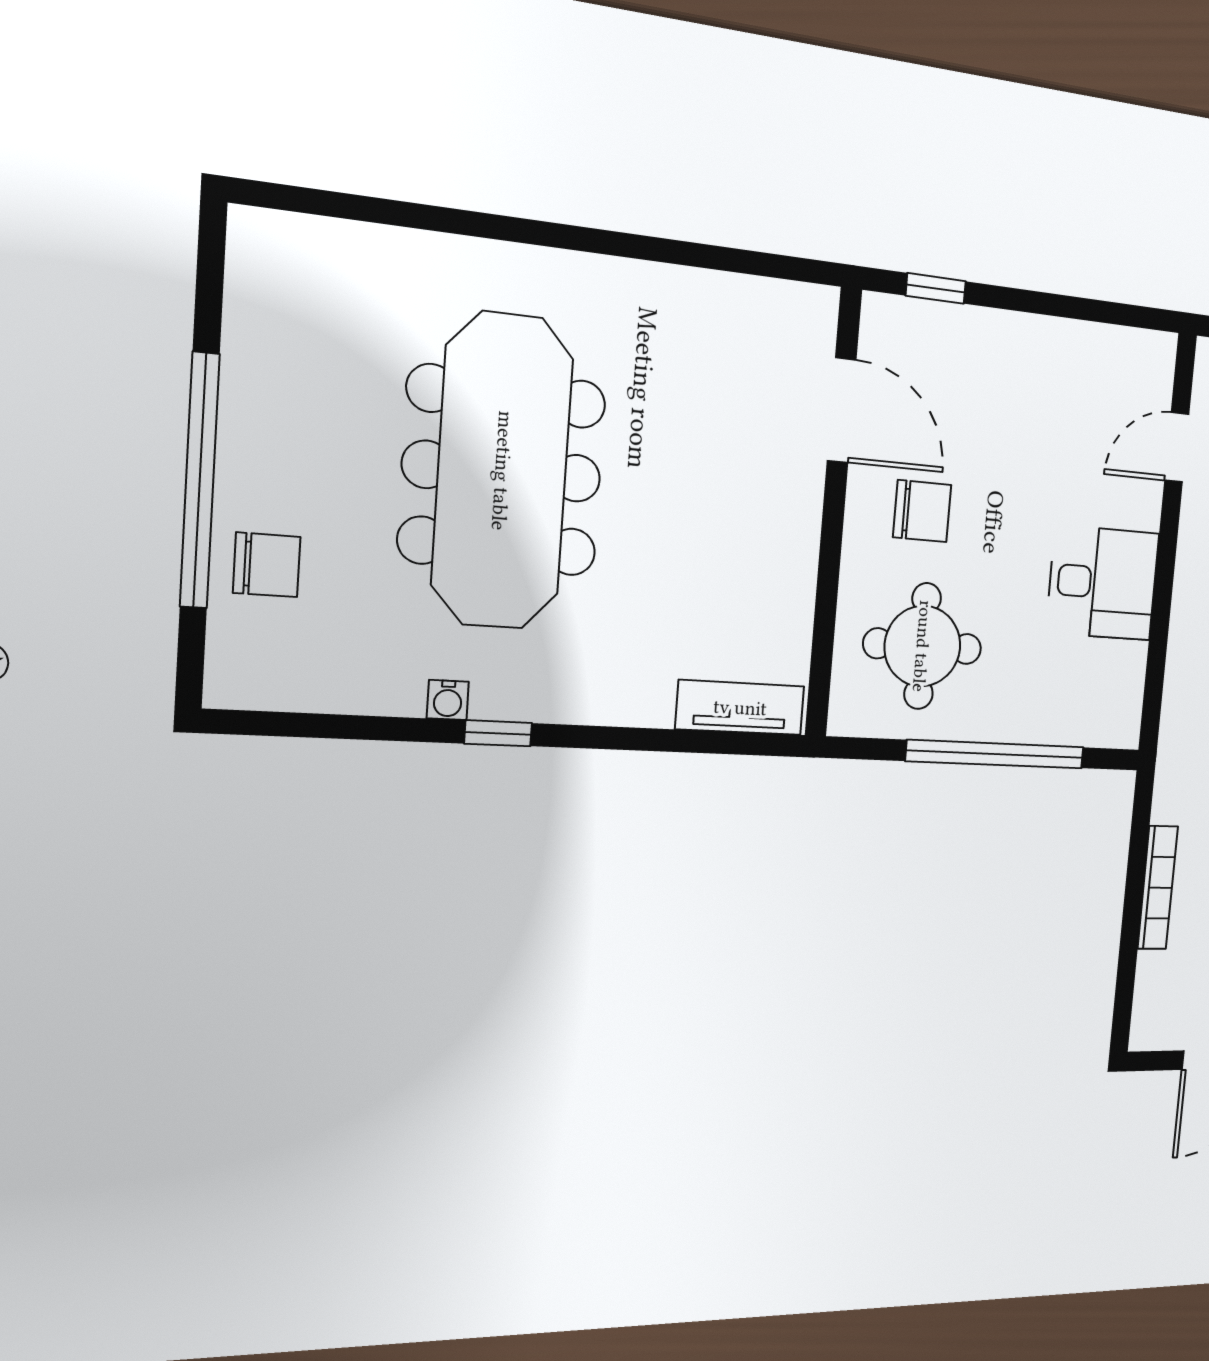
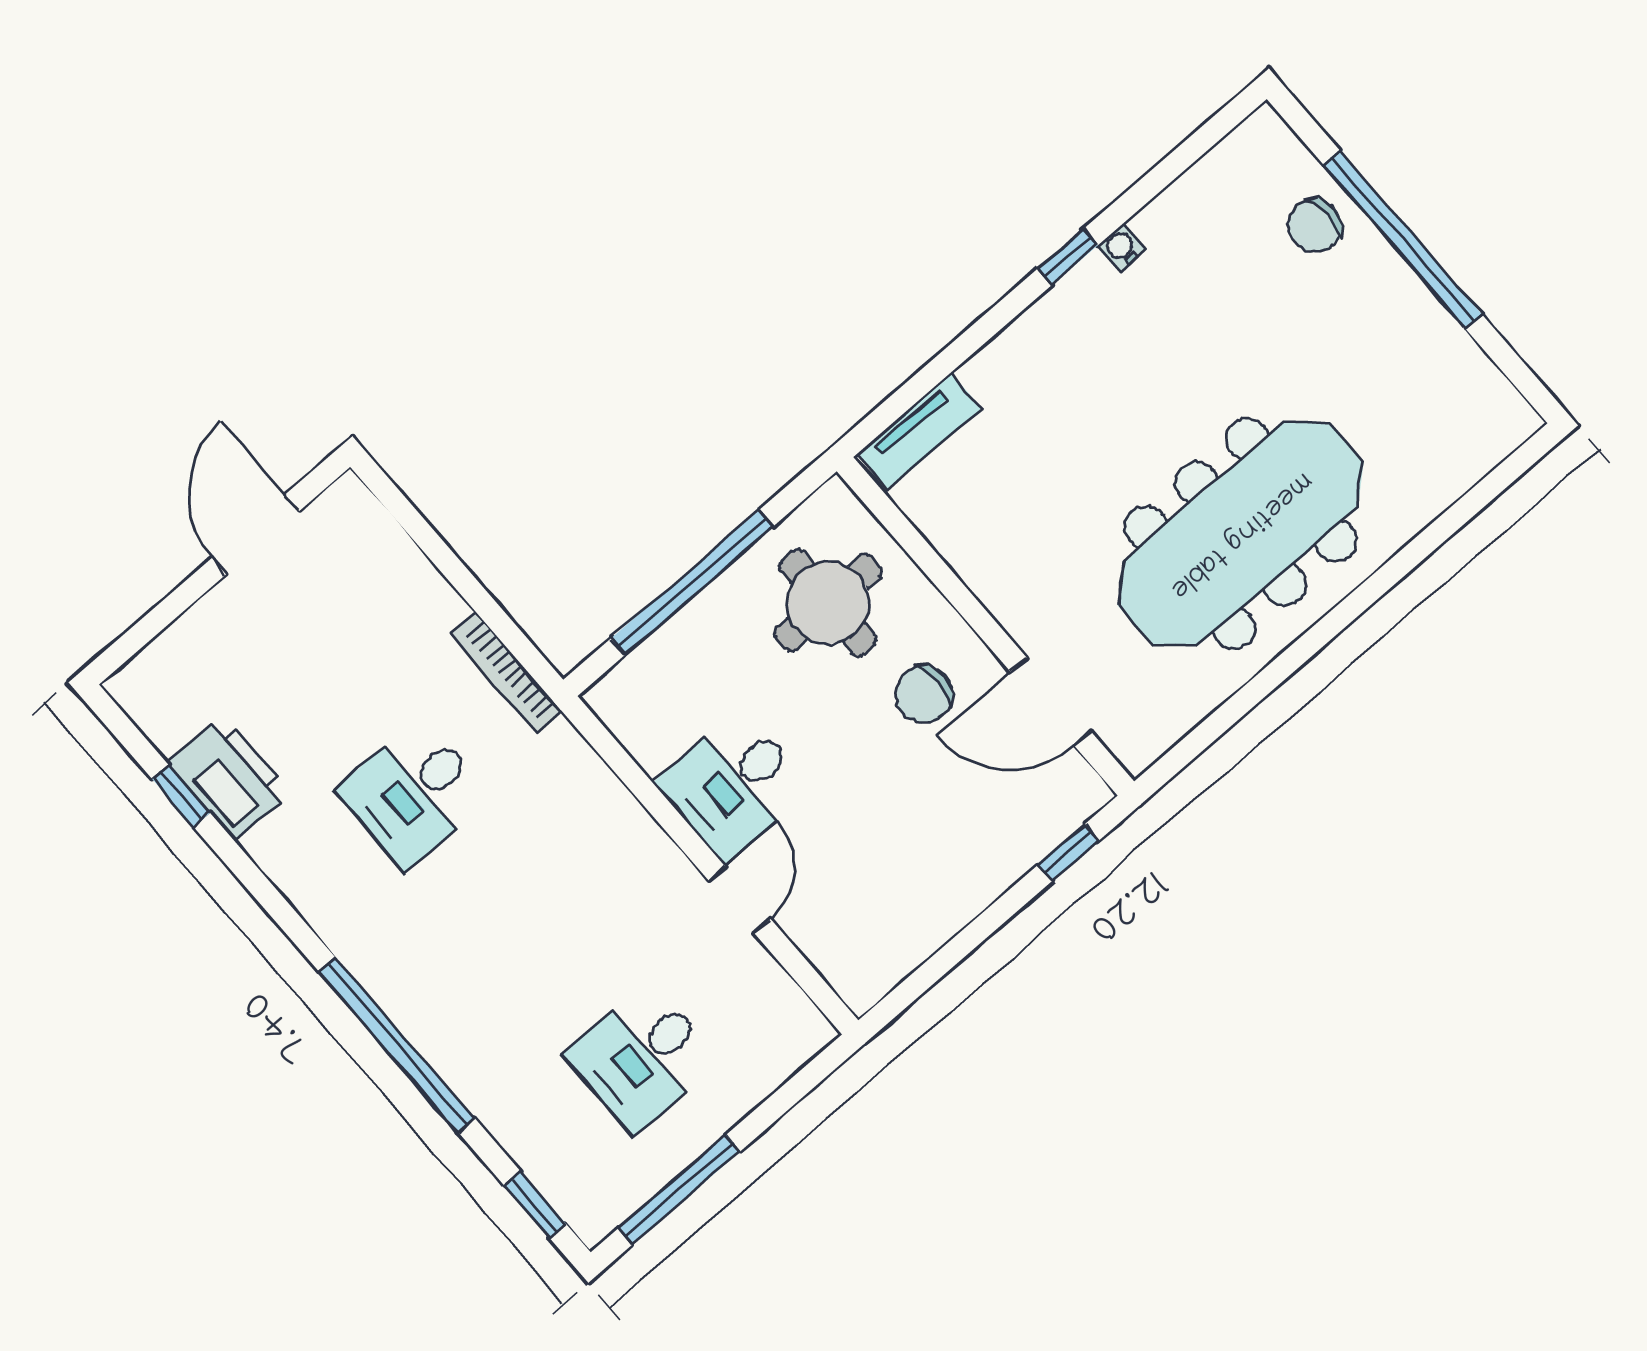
door: (1177, 447) -> (740, 900), moved
meeting table: (502, 471) -> (1241, 534), moved, turned 90
bookcase: (1158, 888) -> (507, 673), moved

